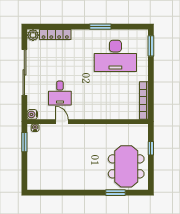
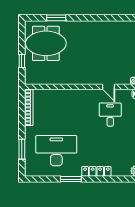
locker: (55, 34) -> (96, 171), moved
window: (151, 46) -> (22, 149), moved
meeting table: (126, 166) -> (46, 43), turned 90

